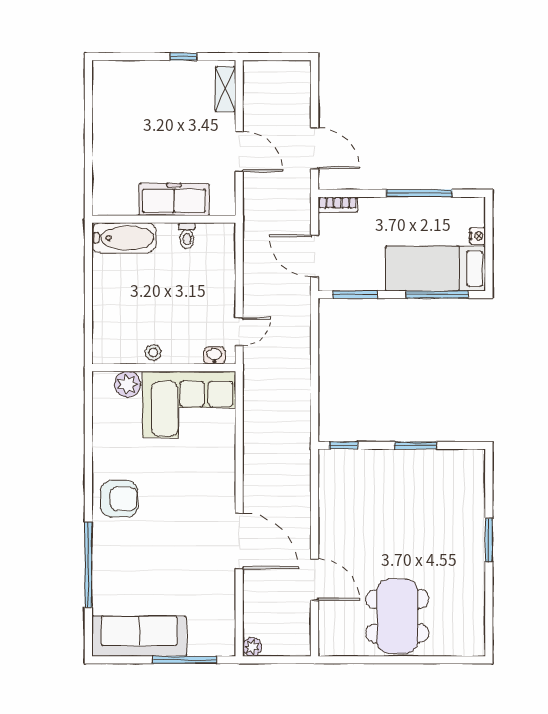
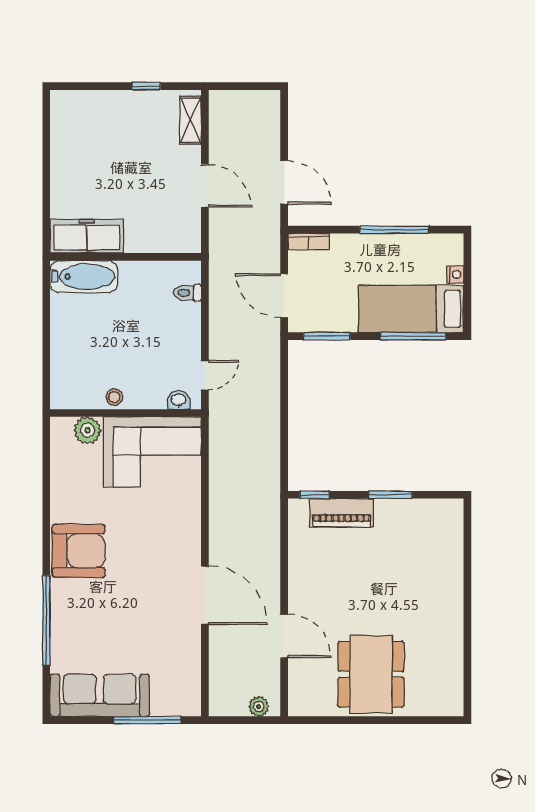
freezer: (174, 199) -> (87, 236), moved
toilet: (187, 236) -> (187, 293), moved, turned 90
piano: (369, 462) -> (342, 513), added
armchair: (119, 499) -> (79, 551), width x1.36, depth x1.36
window: (489, 540) -> (467, 594), removed
plant: (252, 647) -> (259, 706), moved

